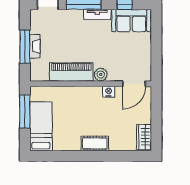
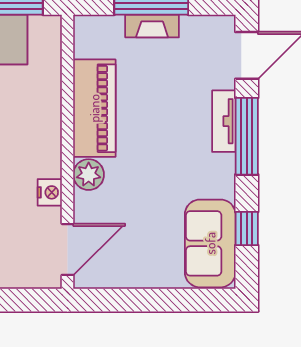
tv unit: (97, 14) -> (224, 121), moved
door: (134, 84) -> (68, 249), swing flipped

